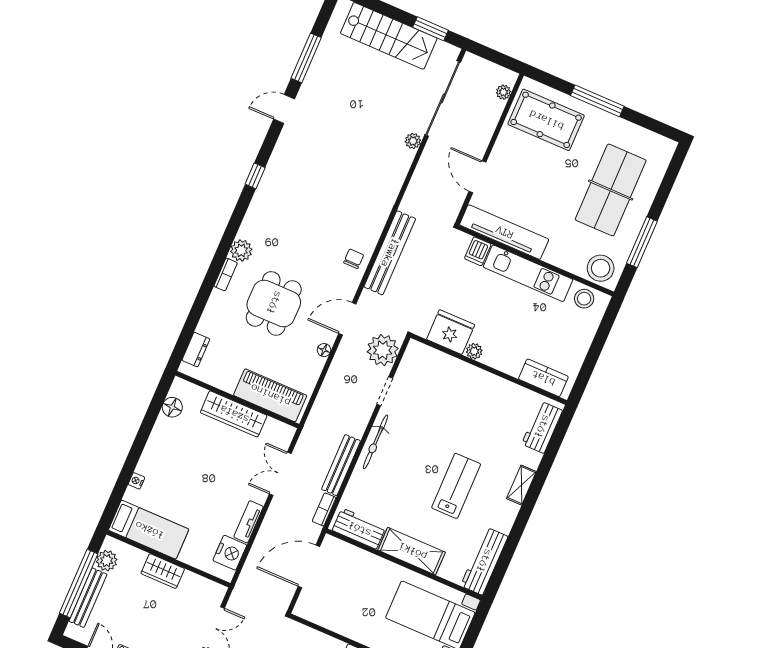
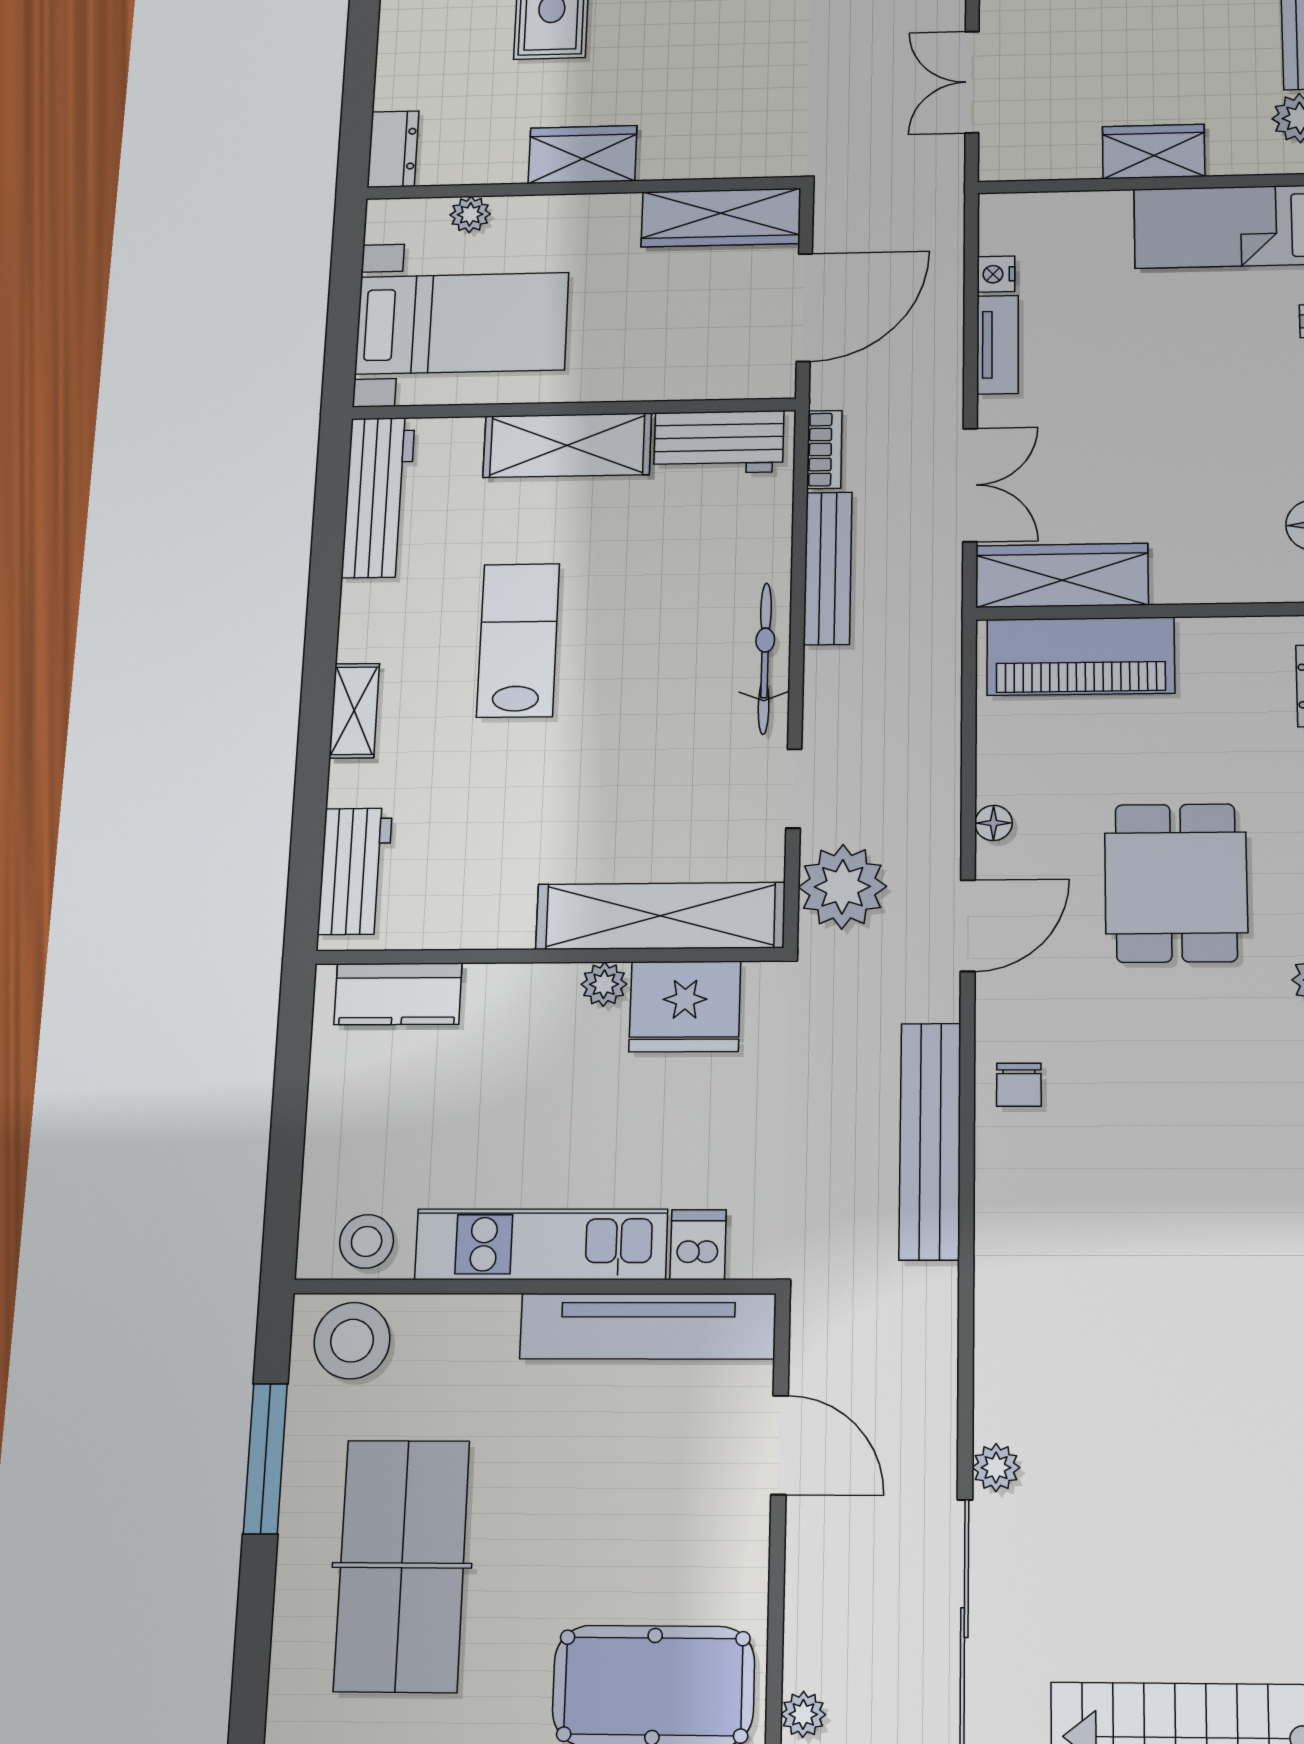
shelving: (446, 367) -> (660, 916), added
wardrobe: (234, 414) -> (1062, 575), moved
lab bench: (456, 486) -> (518, 640), turned 180
nightstand: (230, 553) -> (996, 274), width x0.53, depth x0.56
wardrobe: (324, 615) -> (721, 218), added

